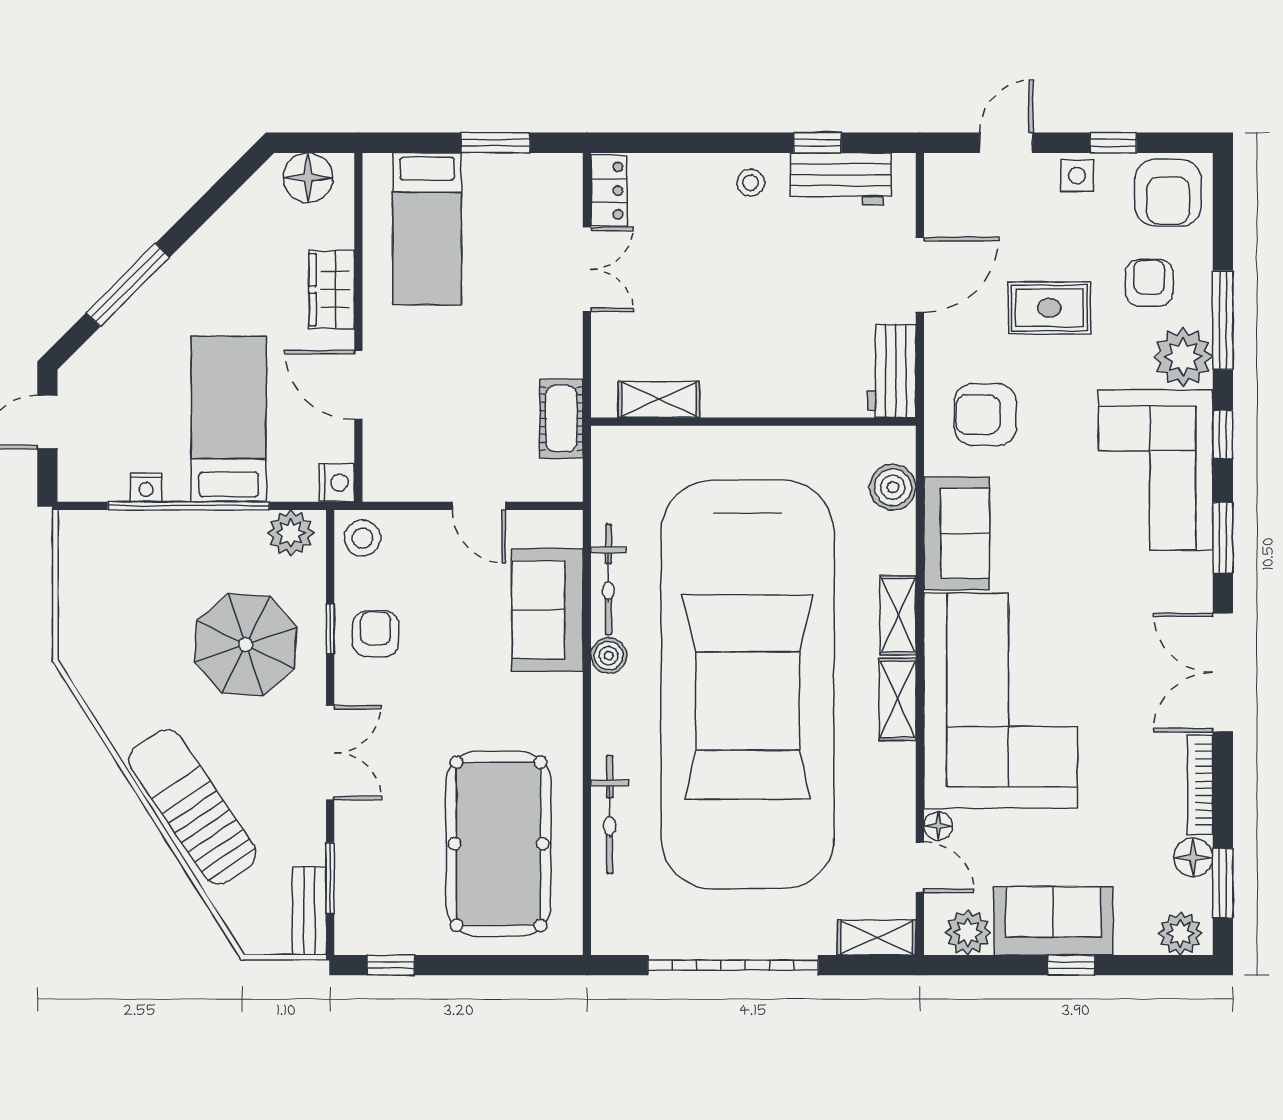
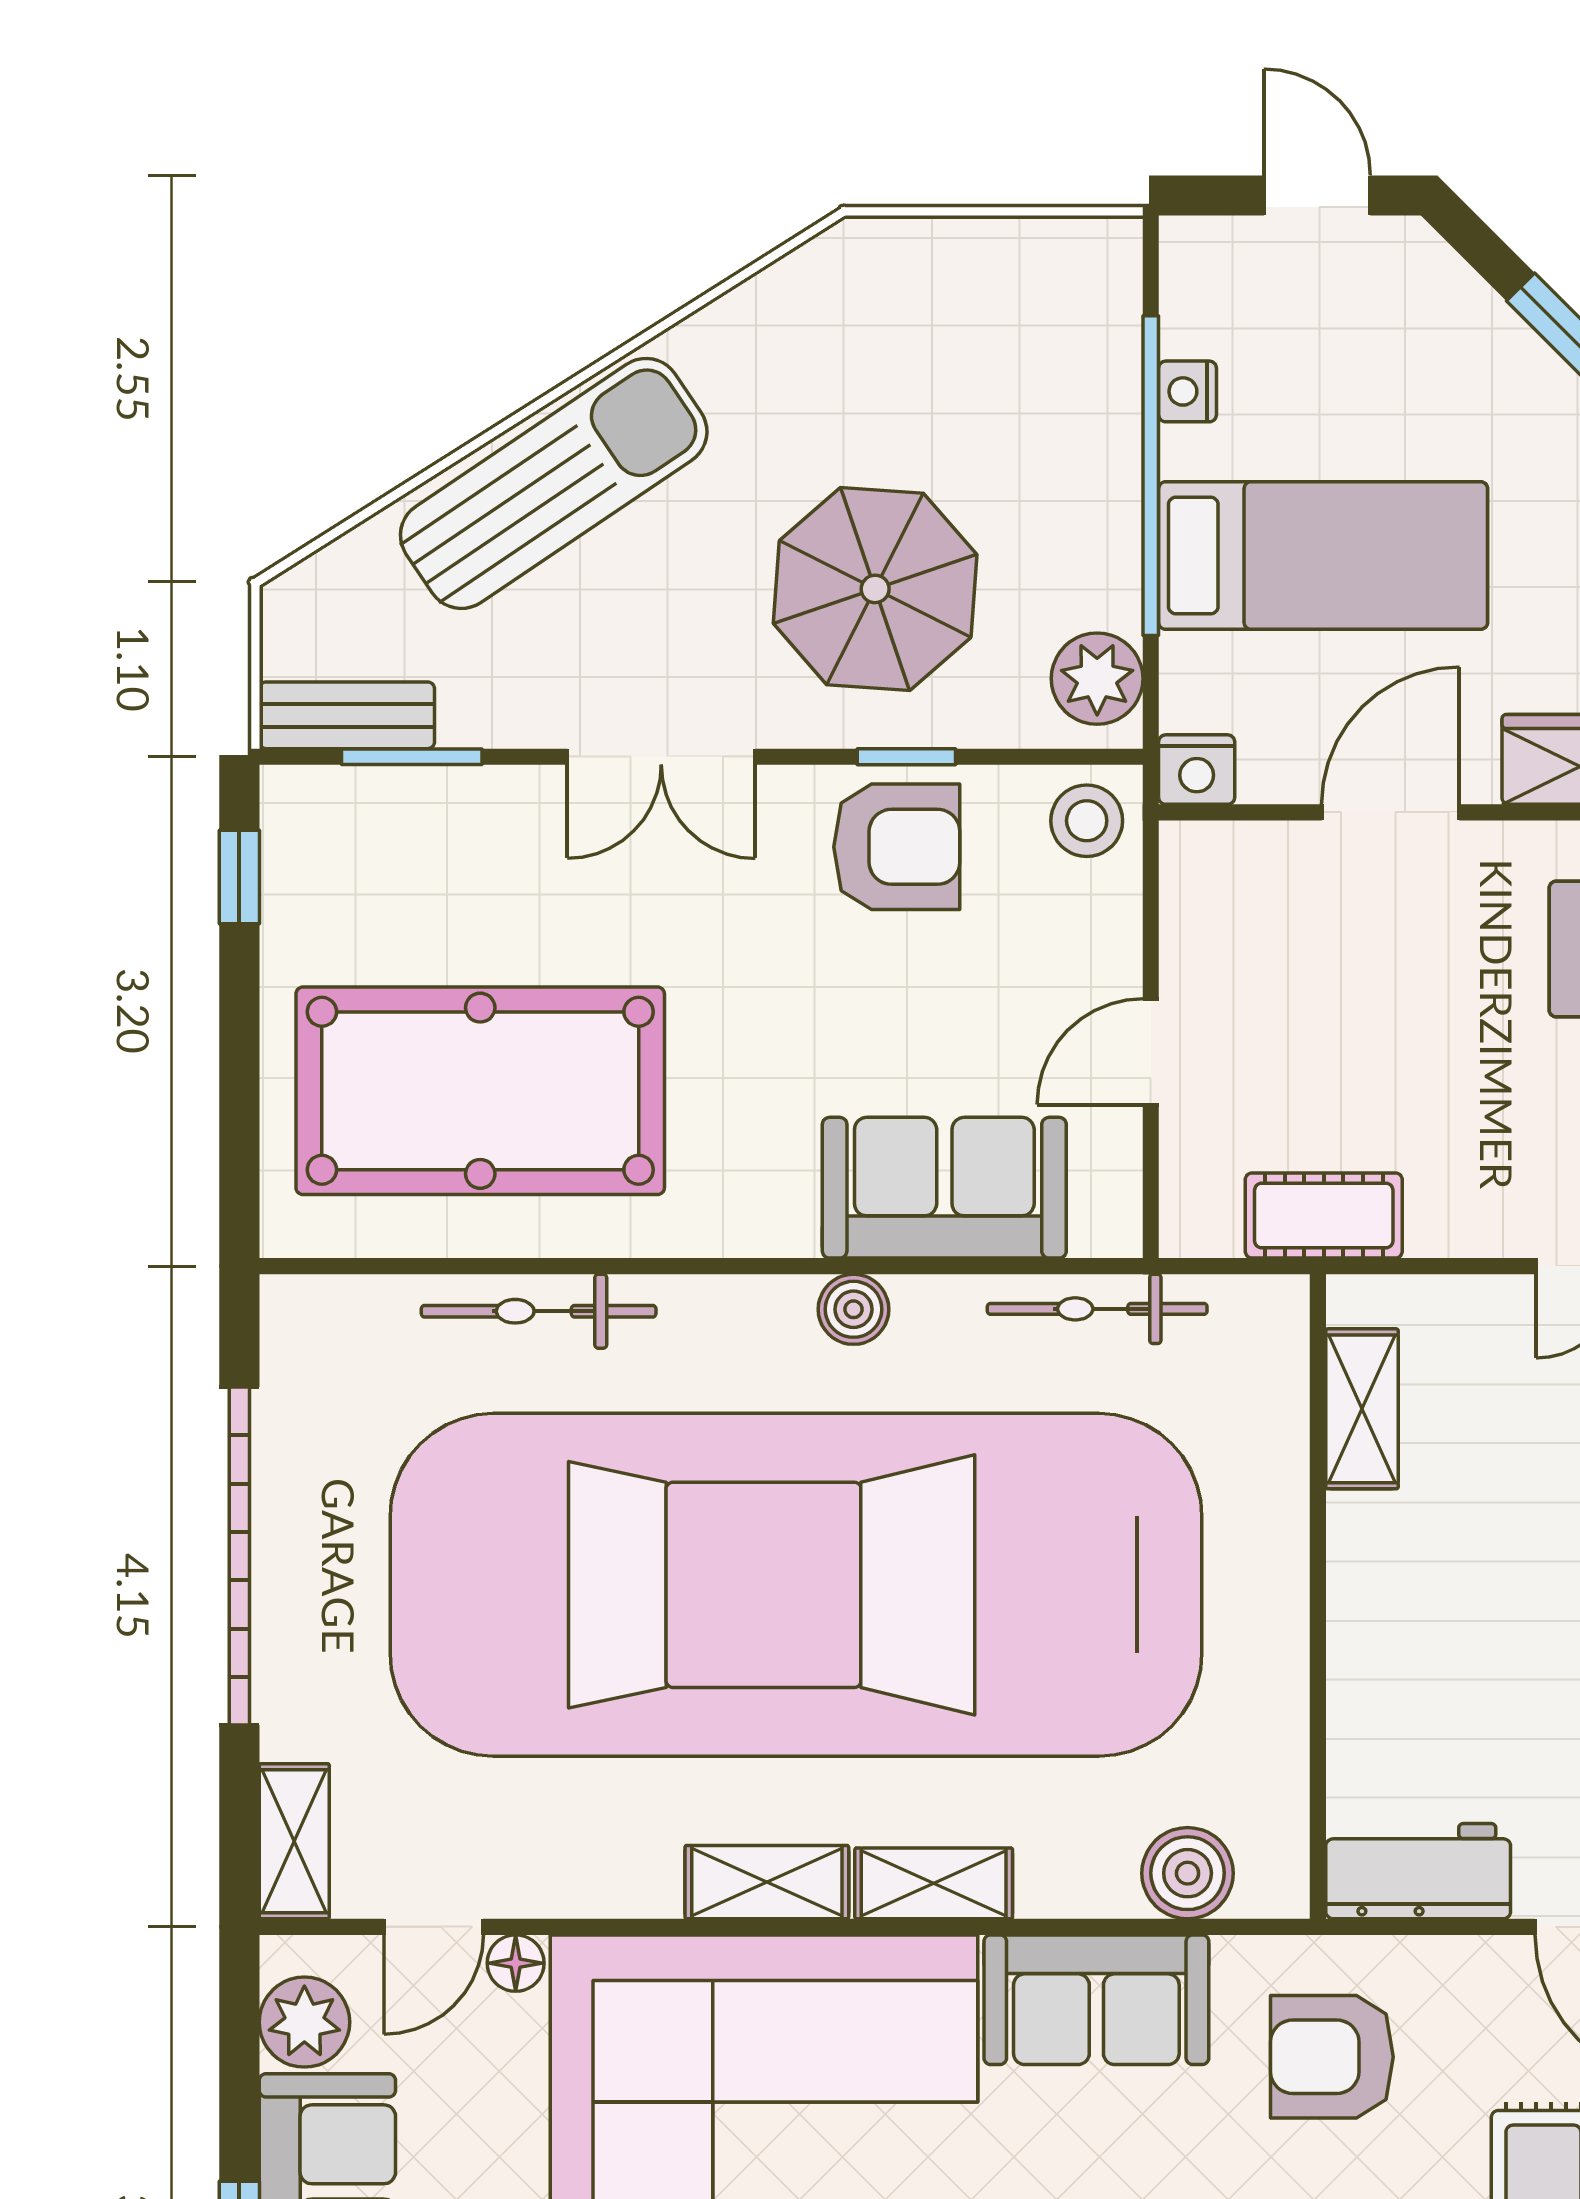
armchair: (985, 414) -> (1332, 2057), turned -90
bicycle: (608, 579) -> (1097, 1309), moved
armchair: (376, 634) -> (897, 847), width x1.38, depth x1.38

